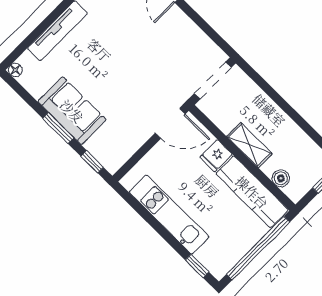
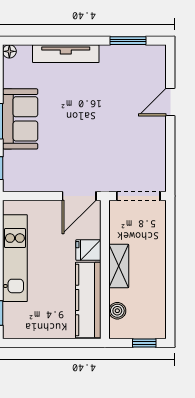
door: (170, 123) -> (79, 196), hinge flipped
window: (258, 248) -> (53, 343), removed

